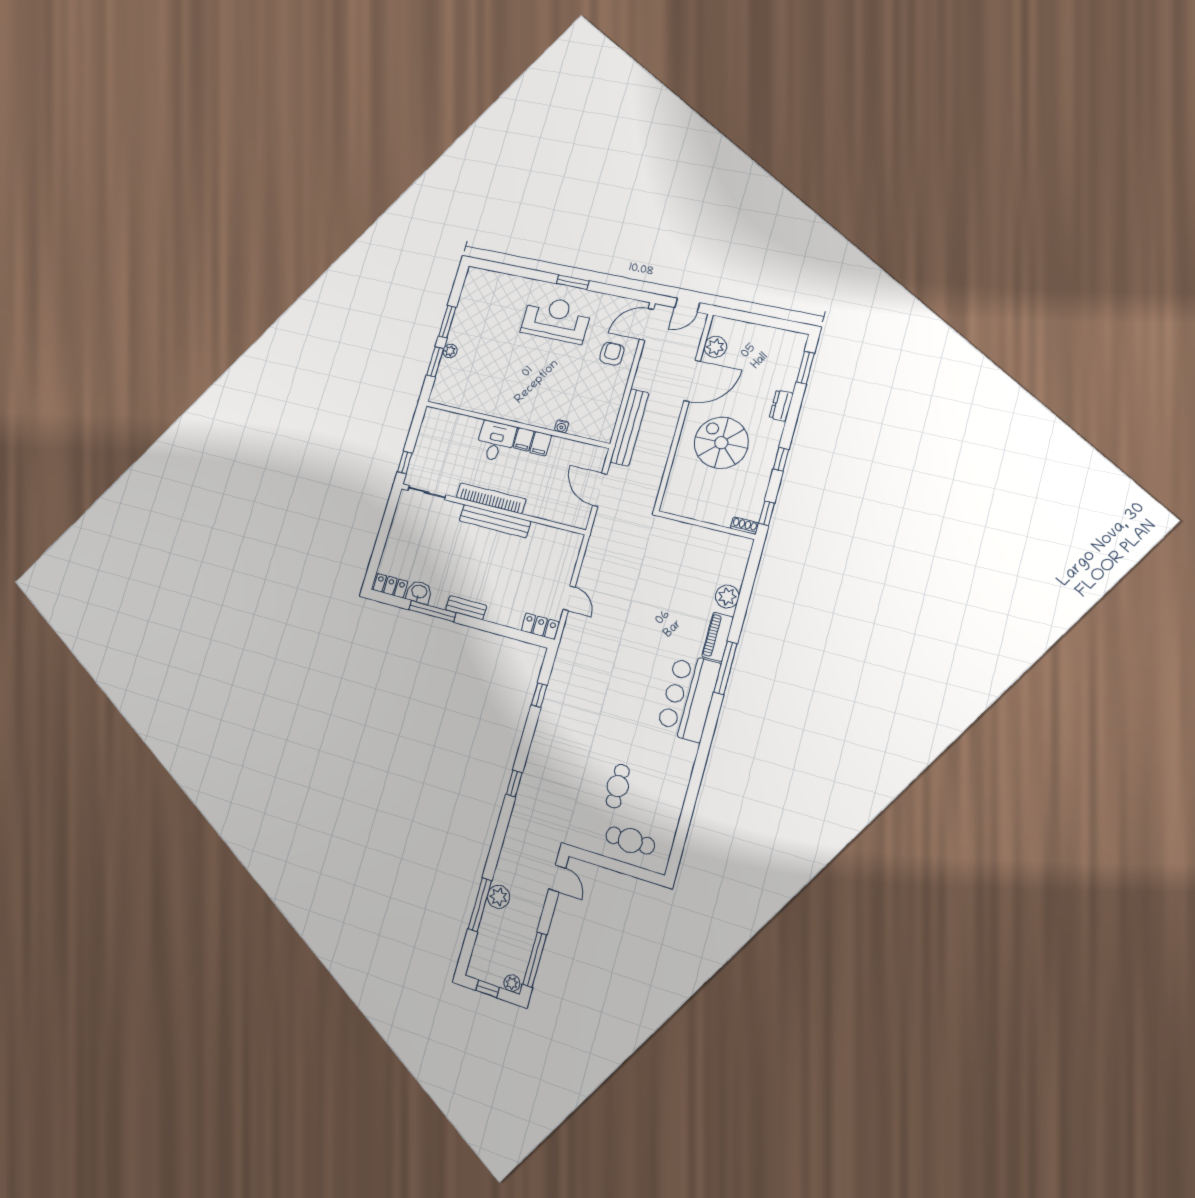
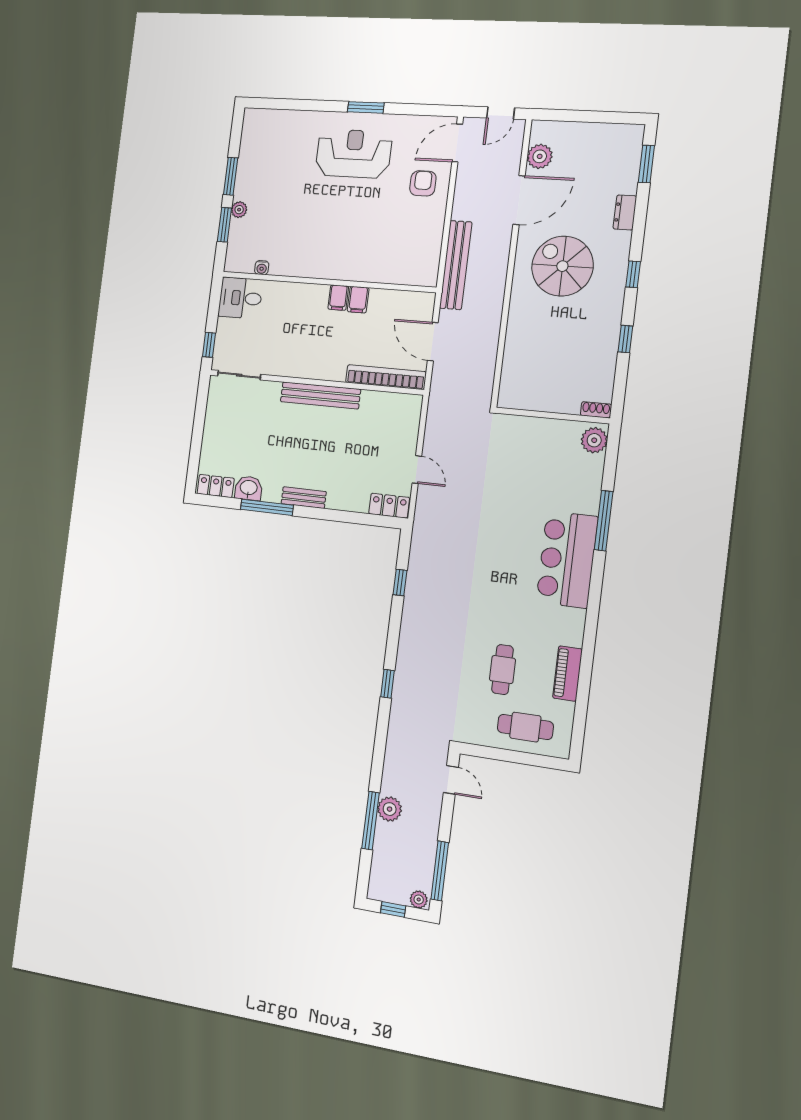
water cooler: (562, 426) -> (262, 268), moved
desk: (496, 441) -> (240, 298), moved, turned -90
bookcase: (491, 498) -> (386, 377), moved
wall: (706, 525) -> (552, 416), moved
shoe rack: (744, 526) -> (596, 410), moved
piano: (718, 637) -> (567, 674), moved

